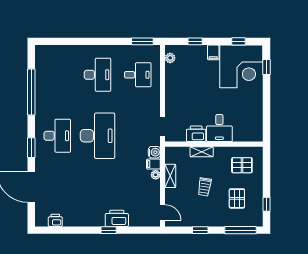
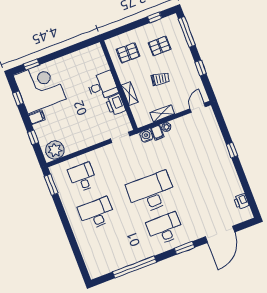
plant: (170, 58) -> (55, 150), width x1.88, depth x1.88
pallet: (242, 165) -> (128, 53), turned 90
printer: (117, 218) -> (219, 147), removed

